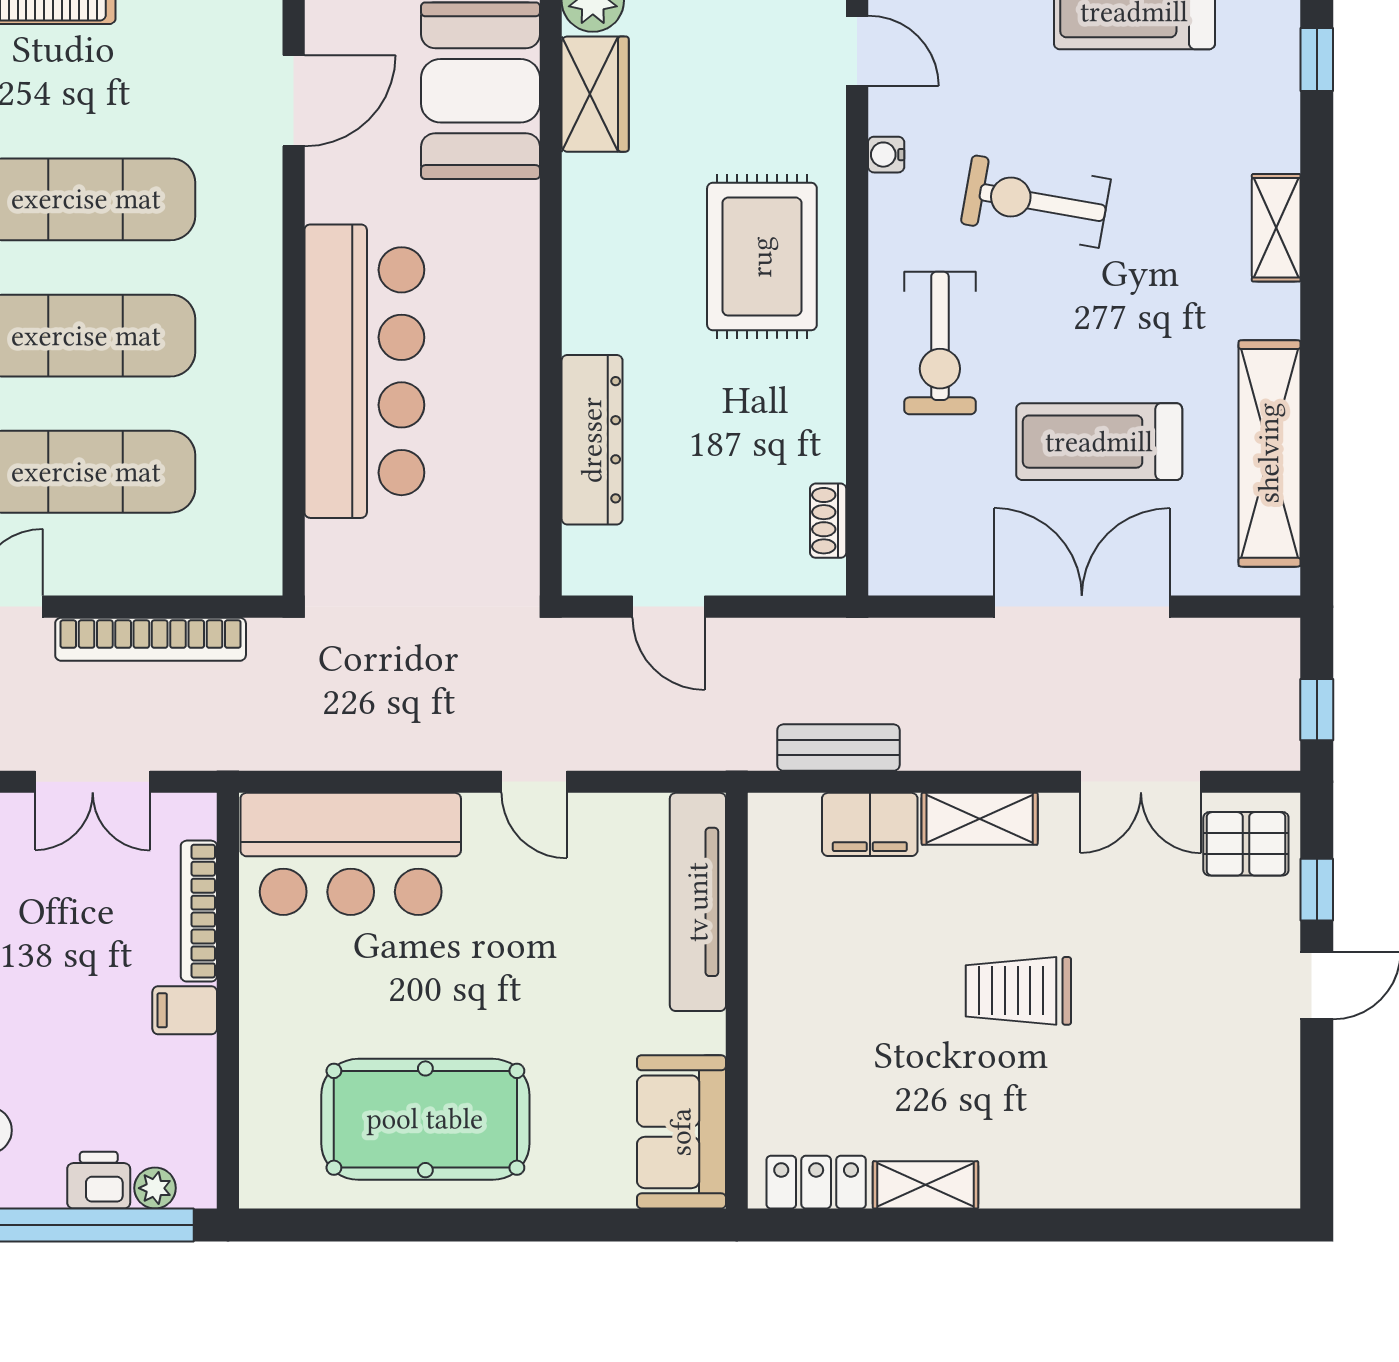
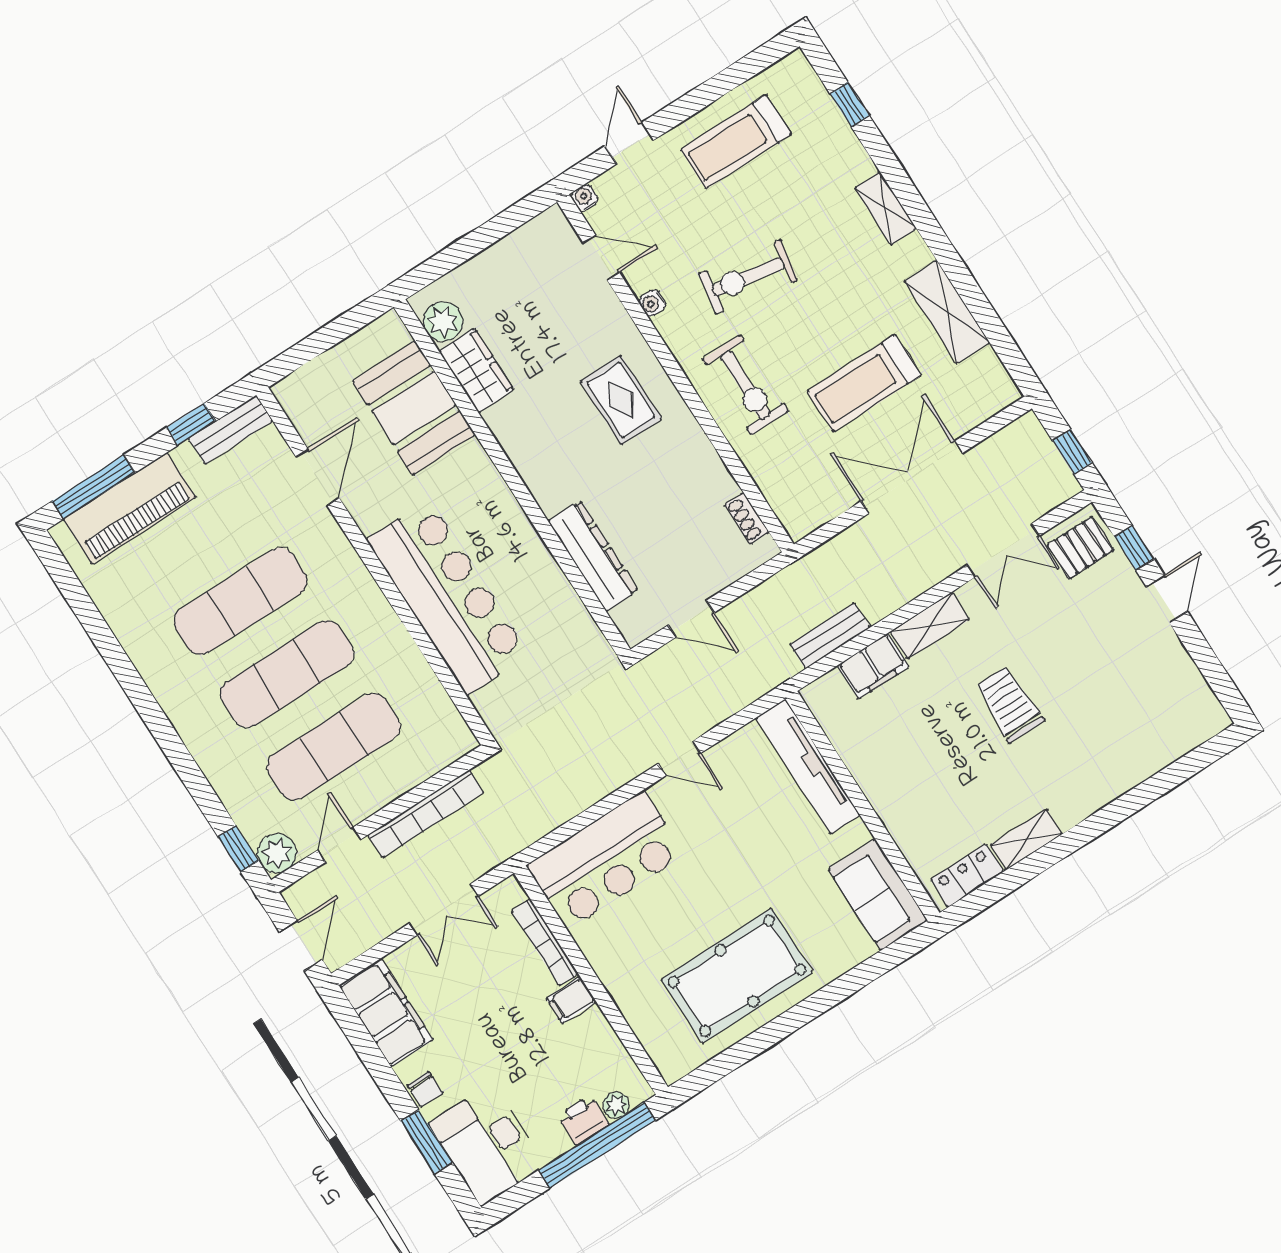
rug: (762, 257) -> (621, 400), width x0.73, depth x0.70
shelving: (1269, 453) -> (947, 312), width x0.68
trolley: (1018, 991) -> (1009, 704), turned 90

